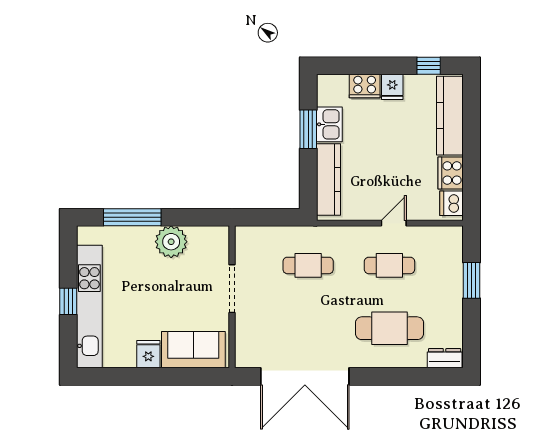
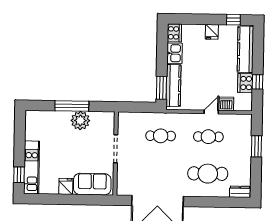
cooker: (365, 86) -> (174, 33), moved, turned -90
window: (308, 129) -> (161, 88), moved
window: (471, 171) -> (258, 82), added
dishwasher: (451, 203) -> (226, 104), moved, turned 90
window: (132, 217) -> (72, 106), moved
window: (68, 301) -> (19, 175), moved
kitchen unit: (89, 306) -> (32, 167), width x0.73

